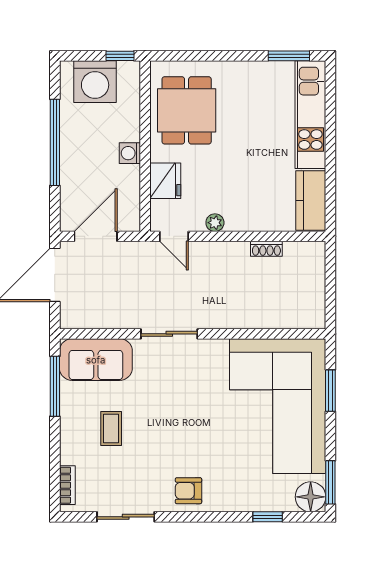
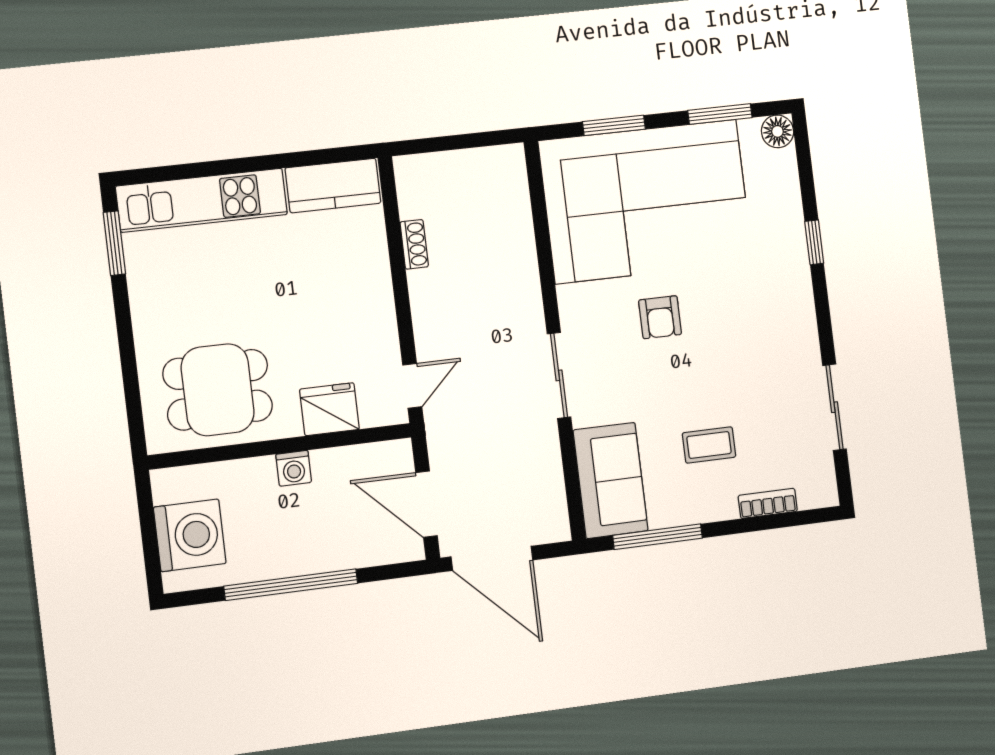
window: (120, 56) -> (145, 502), removed
plant: (215, 223) -> (384, 326), removed
window: (330, 482) -> (720, 114), moved
bookcase: (67, 485) -> (768, 503), moved
armchair: (188, 491) -> (660, 317), moved
floor lamp: (311, 497) -> (777, 131), width x0.73, depth x0.73
window: (268, 517) -> (814, 242), moved

